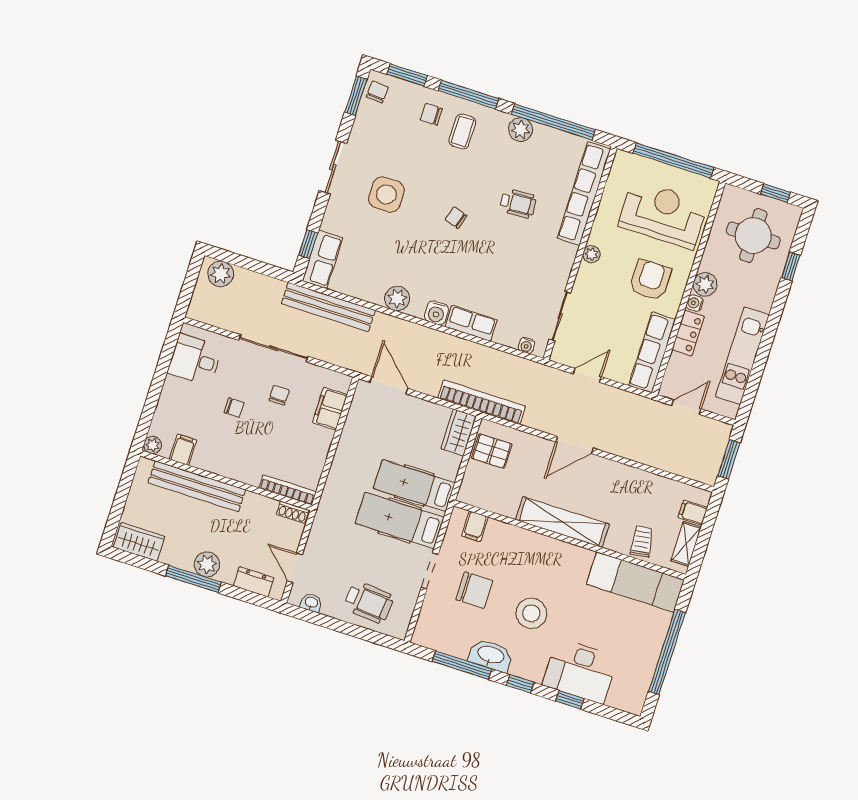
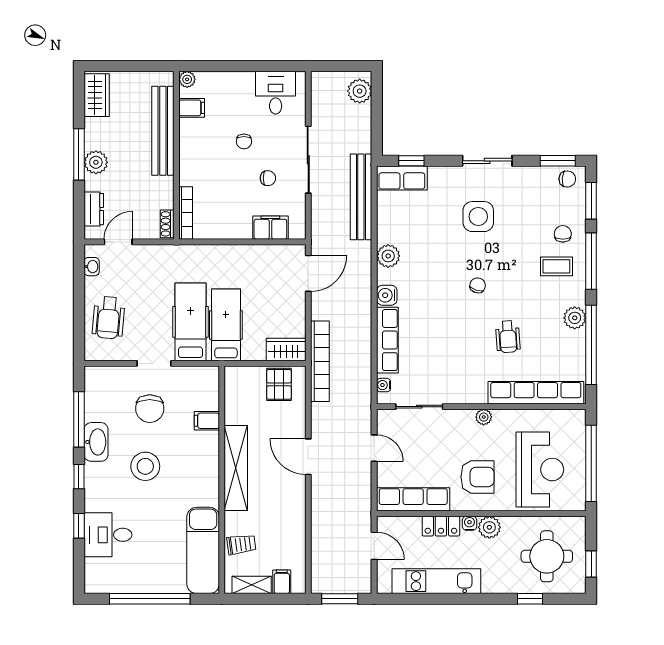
row of seats: (471, 323) -> (387, 340), width x1.48
filing cabinet: (475, 526) -> (207, 421), moved
desk: (580, 671) -> (108, 535), width x0.73

